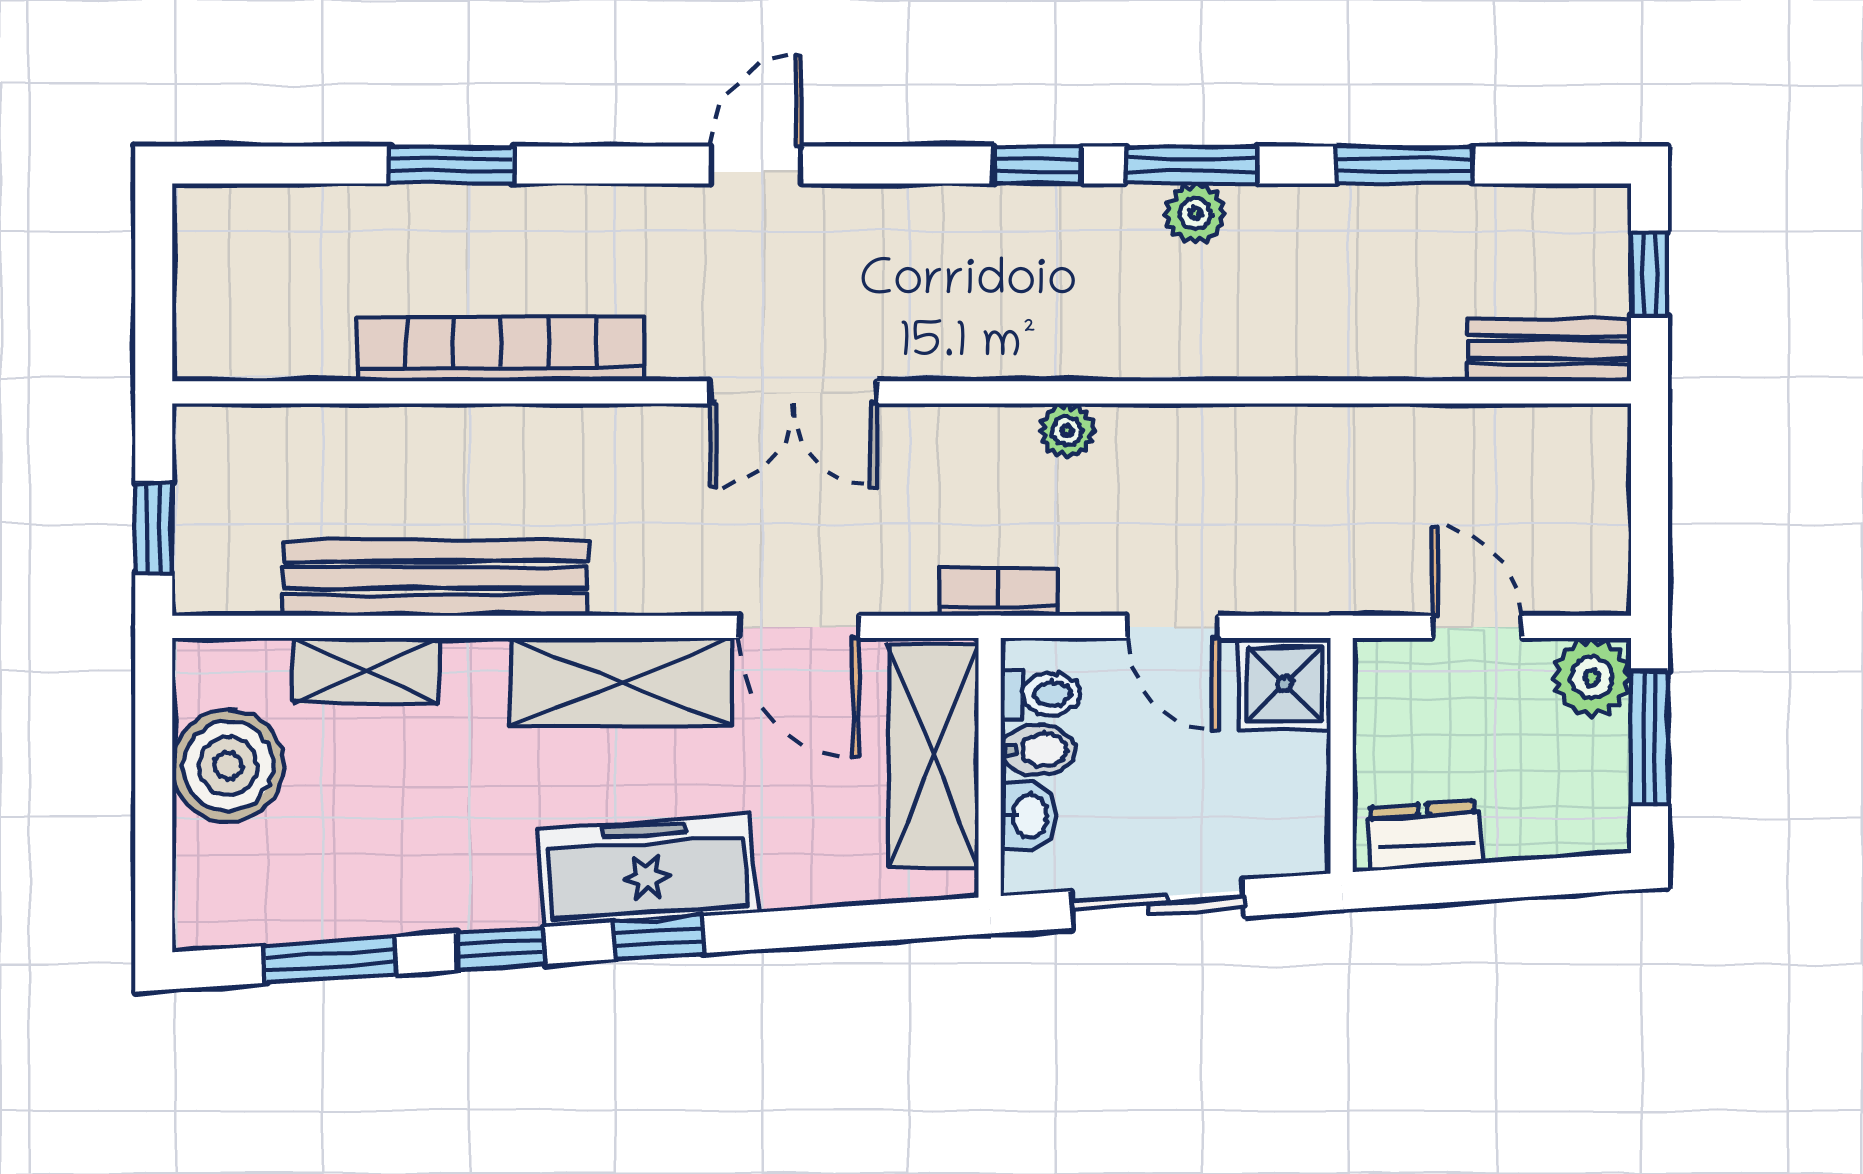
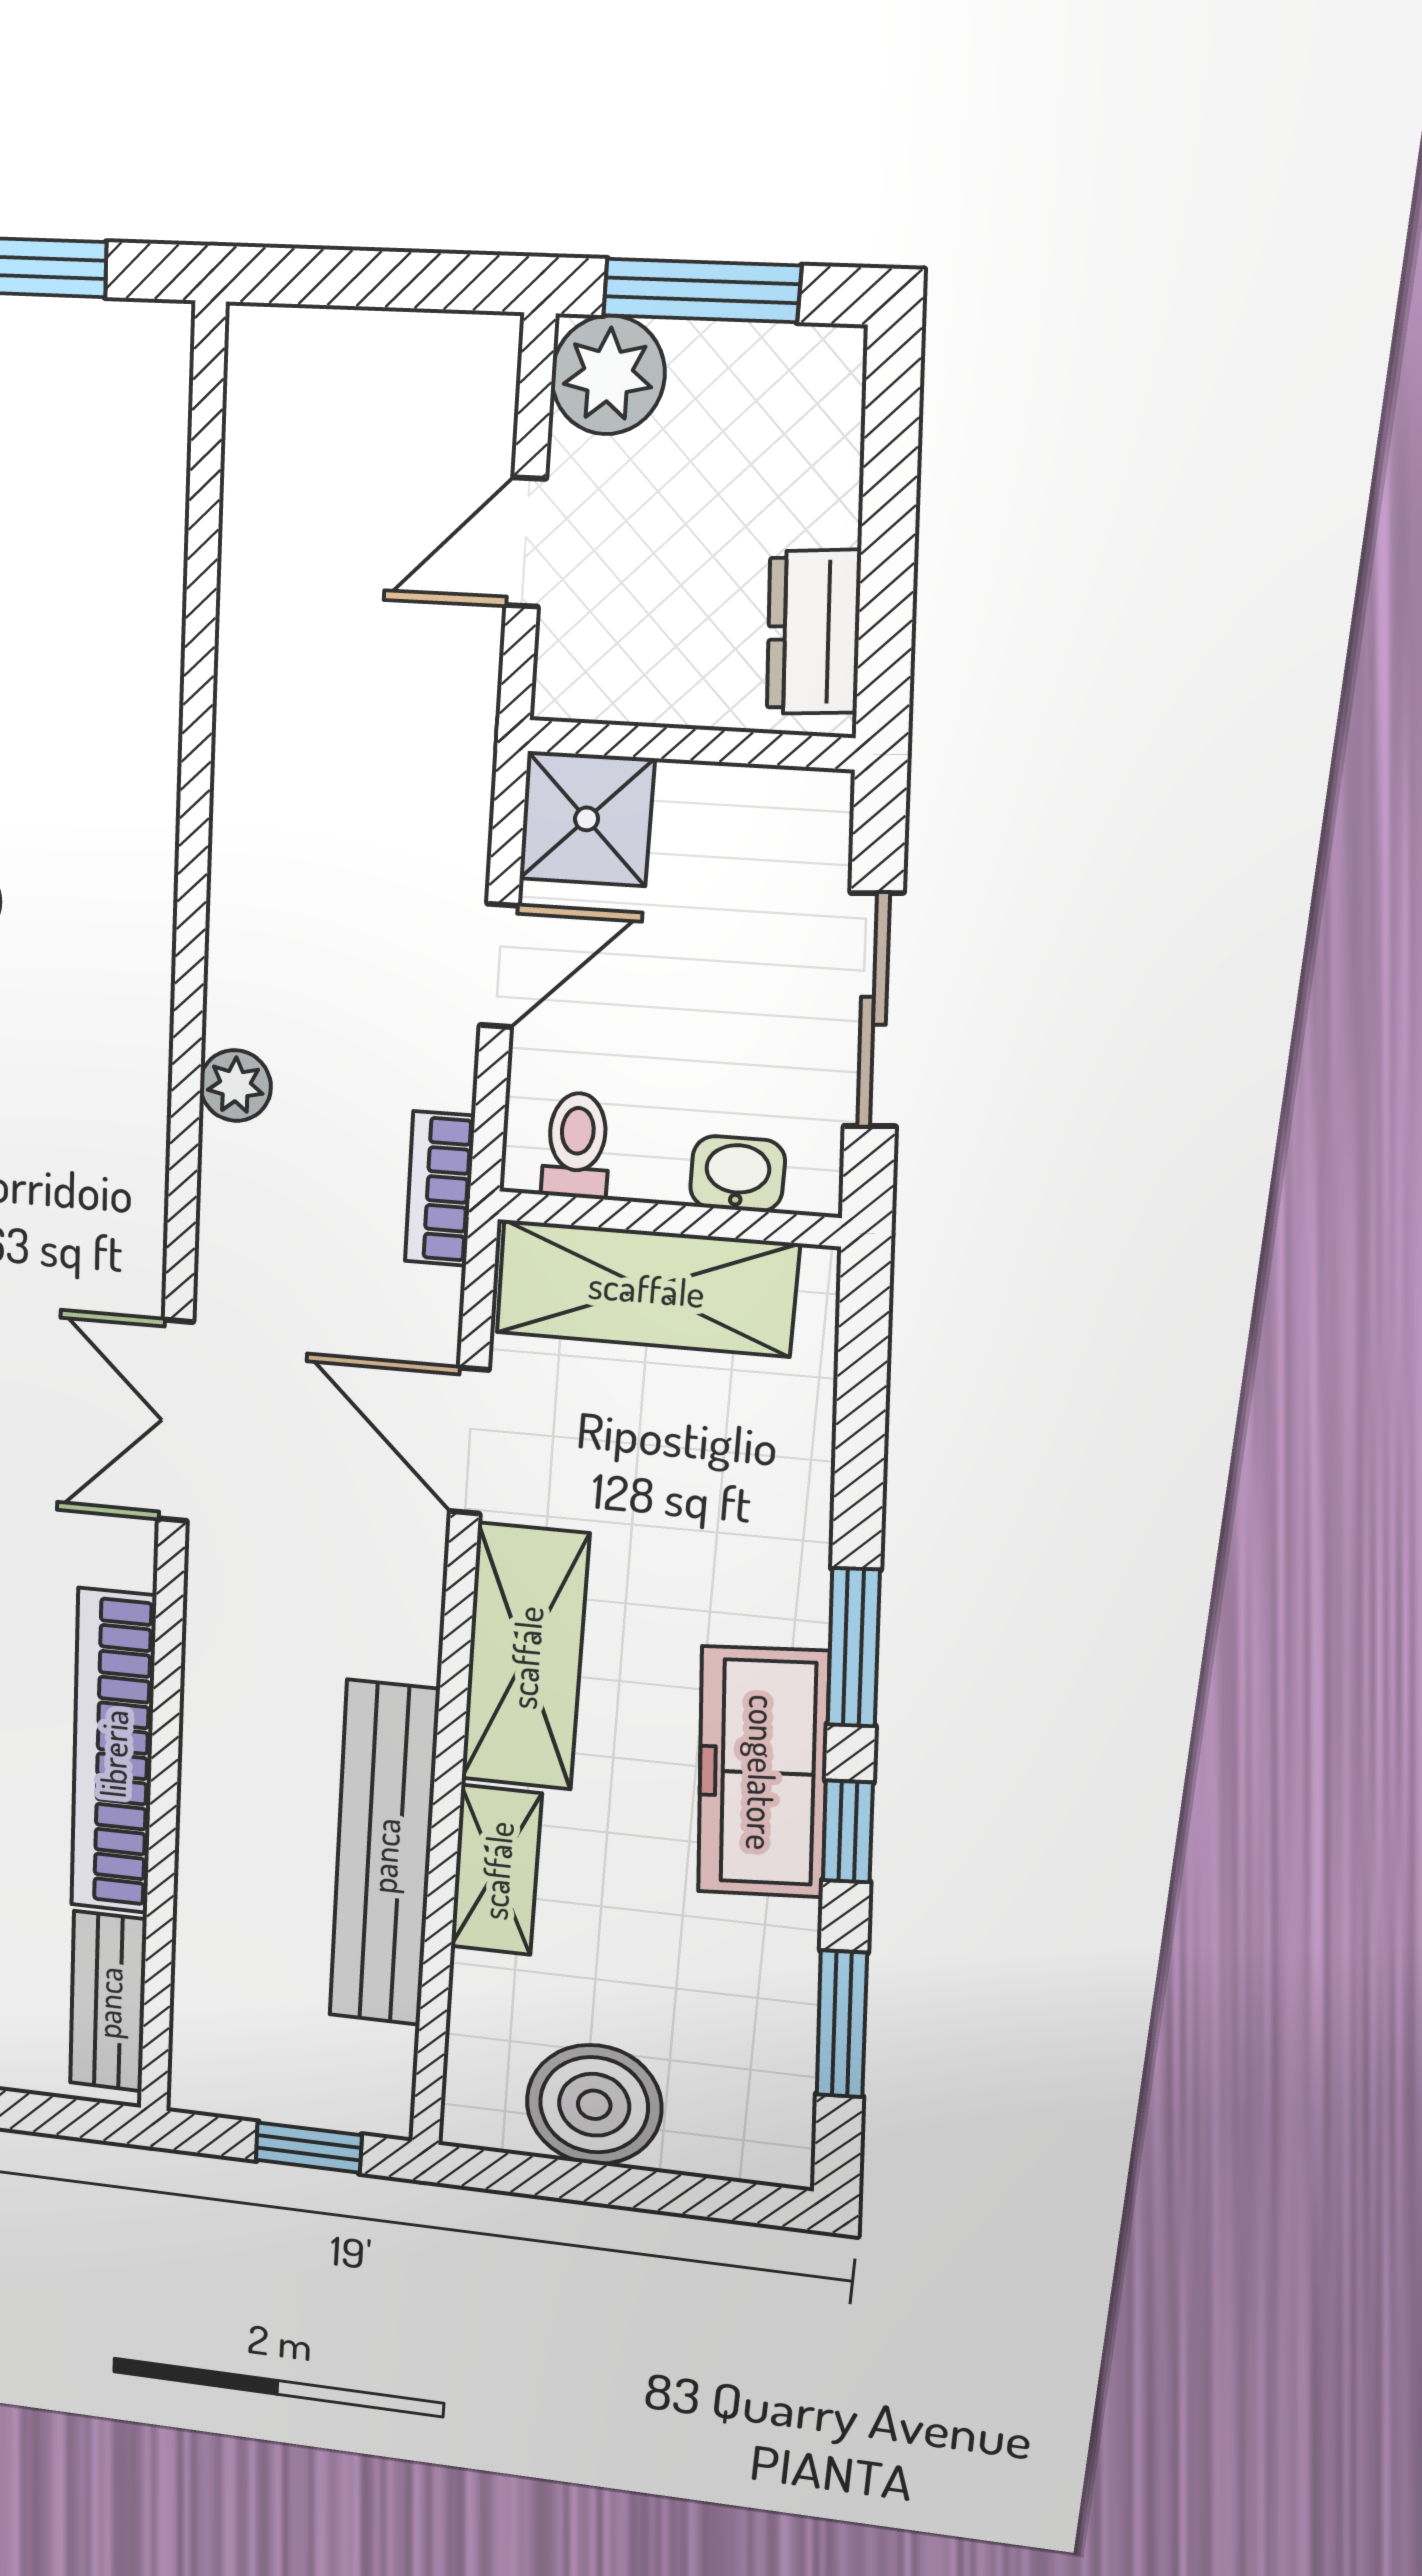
bench: (1549, 350) -> (108, 2002), moved
double door: (793, 392) -> (175, 1421), swing flipped
door: (799, 627) -> (469, 1441), swing flipped
shelving: (366, 671) -> (496, 1870), moved
bidet: (1038, 750) -> (651, 1154), removed
freezer: (647, 870) -> (763, 1773), moved
window: (658, 938) -> (854, 1648), width x1.50

